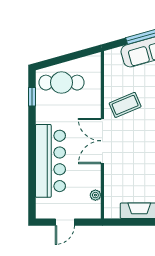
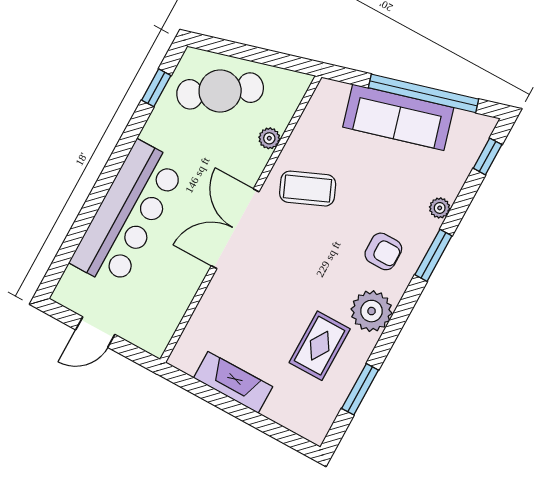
cafe table: (62, 83) -> (220, 91), turned -35
plant: (95, 195) -> (269, 138), moved

